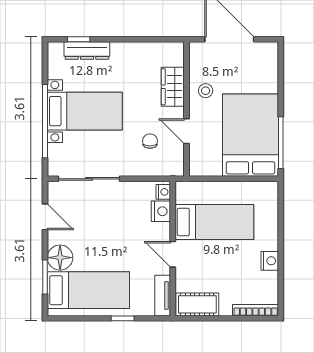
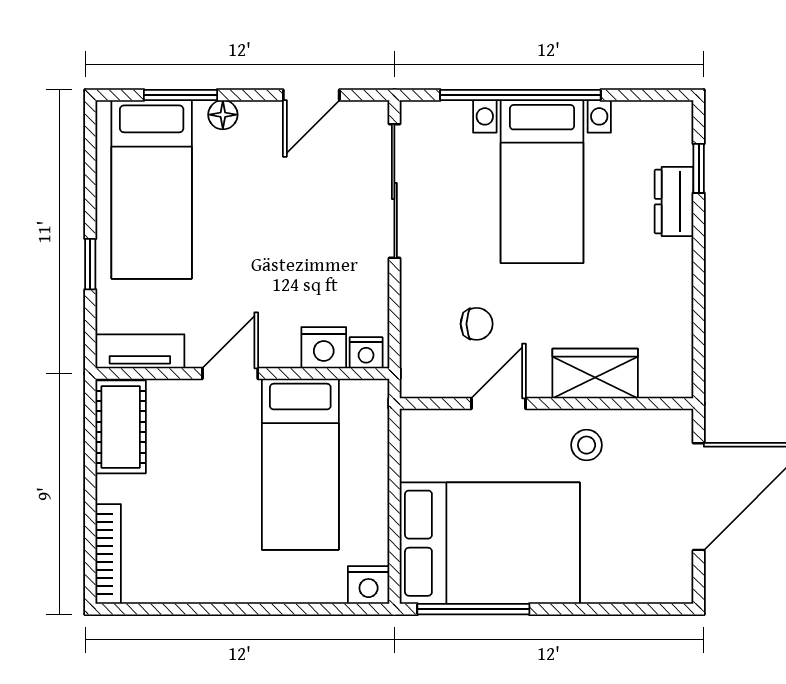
dresser: (87, 51) -> (674, 202), width x0.70
floor lamp: (60, 258) -> (223, 115), width x0.53, depth x0.53
nightstand: (270, 261) -> (369, 585), moved

